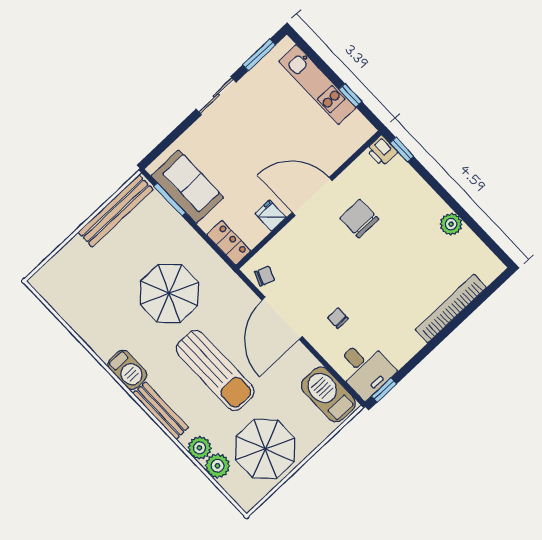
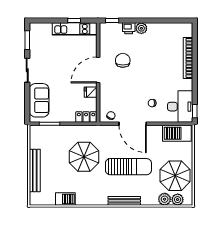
kitchen unit: (317, 85) -> (75, 29), moved
printer: (382, 151) -> (129, 28), moved
sofa: (187, 187) -> (39, 100), moved, turned 90
bench: (116, 211) -> (35, 170), moved
chair: (359, 219) -> (123, 60), turned 90
plant: (451, 224) -> (141, 28), moved
desk: (365, 369) -> (180, 107), width x1.37
barbecue: (127, 370) -> (65, 199), moved
plant: (200, 448) -> (178, 200), moved

